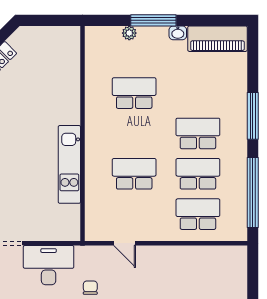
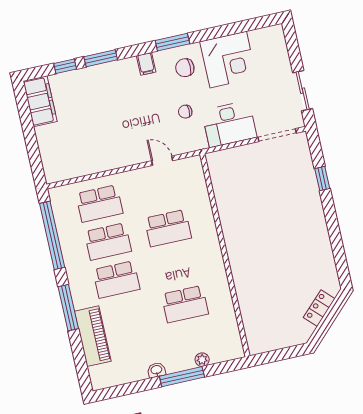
piano: (217, 39) -> (93, 336), moved, turned 90
kitchen unit: (69, 164) -> (231, 223), removed
chair: (90, 288) -> (185, 112), turned 90

